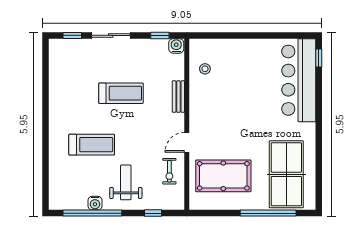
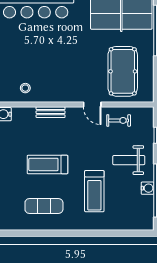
exercise mat: (75, 89) -> (44, 206), added
treadmill: (121, 93) -> (48, 164), turned -90
treadmill: (92, 145) -> (94, 191), turned 180

